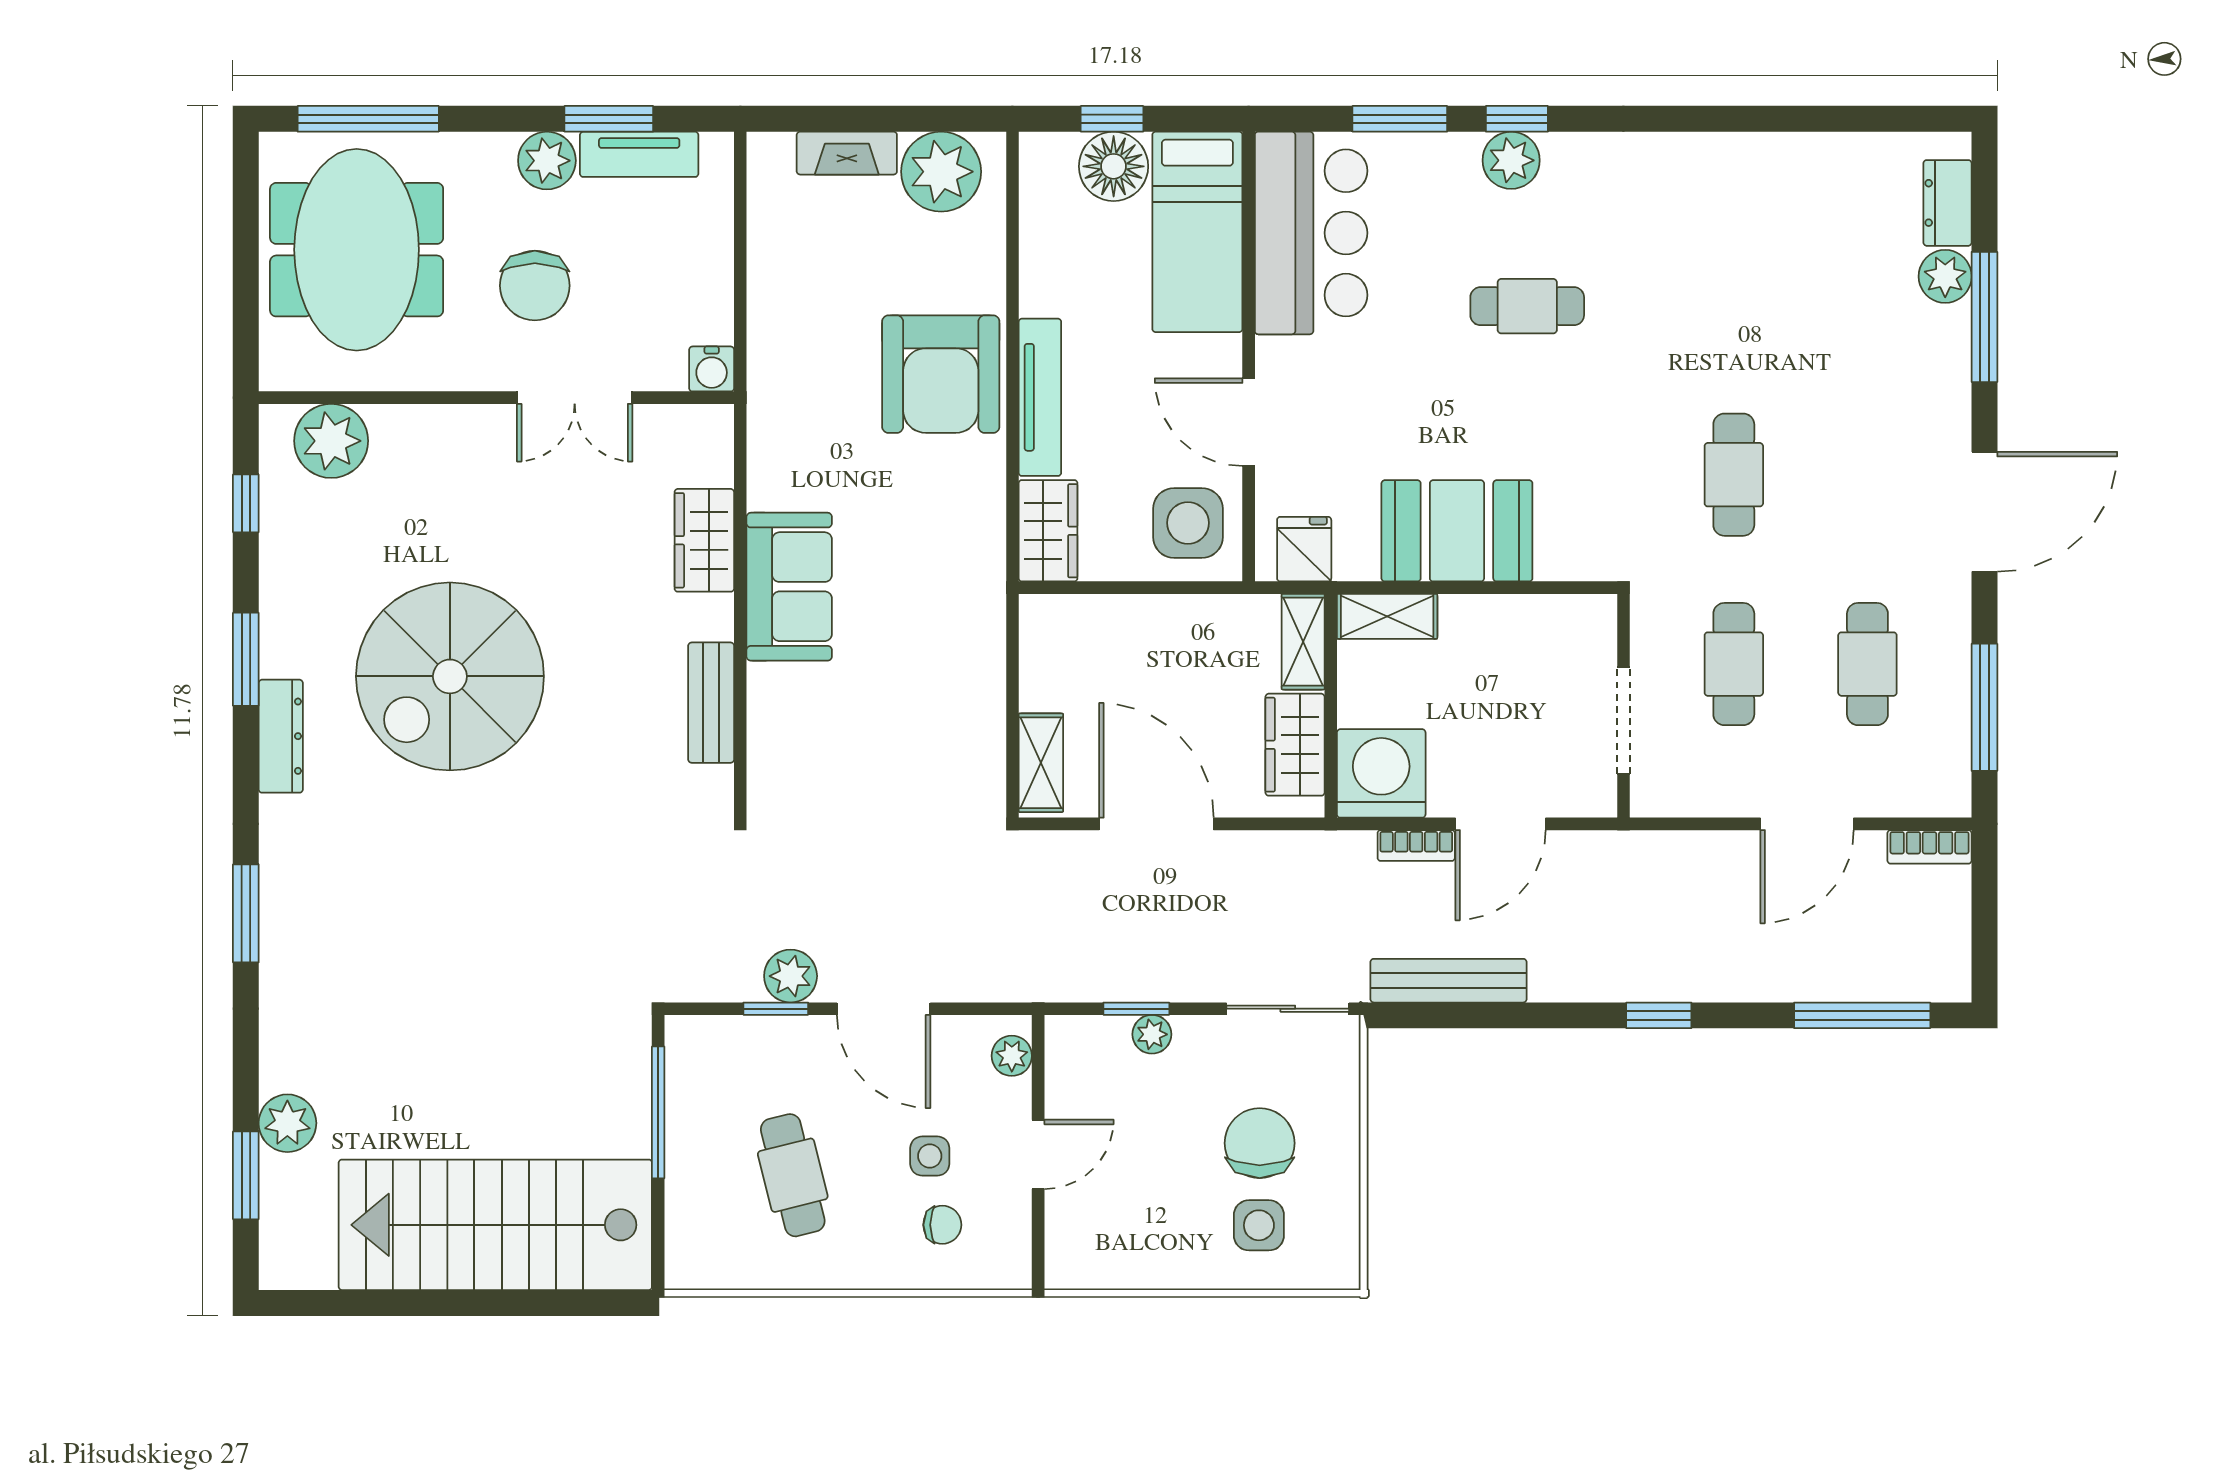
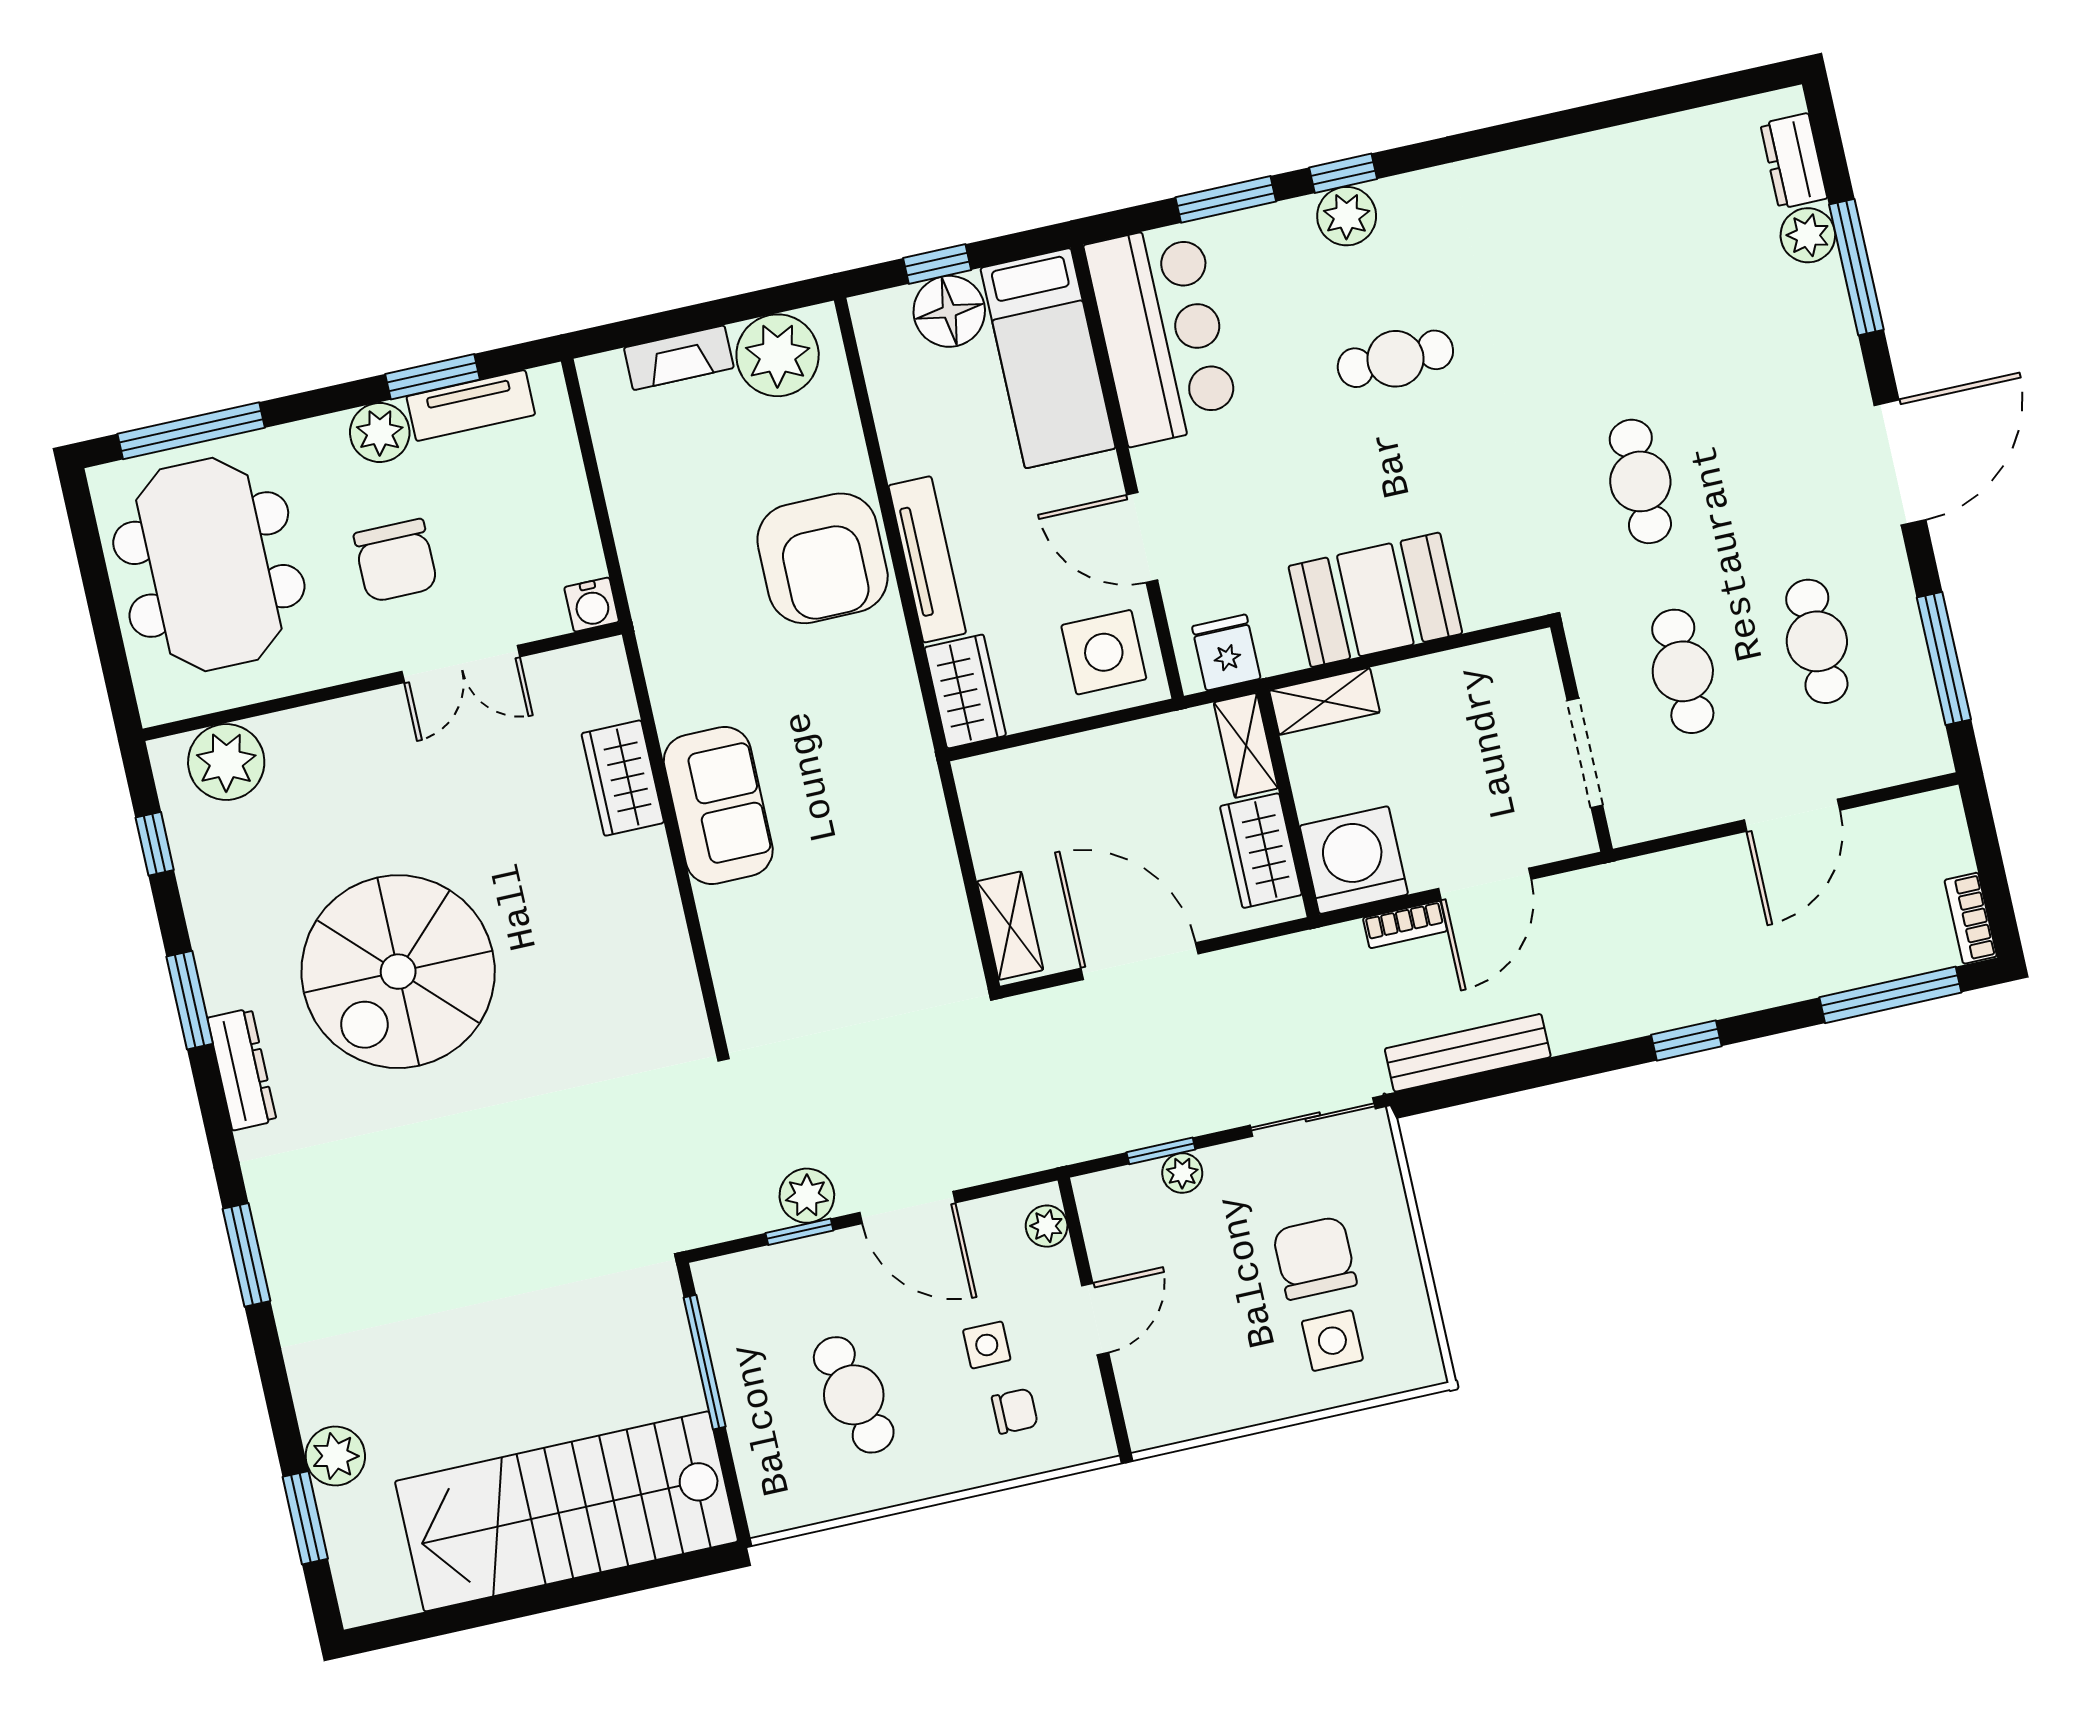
bench: (711, 703) -> (666, 939), removed
bookcase: (1930, 847) -> (1971, 918), moved, turned 90

